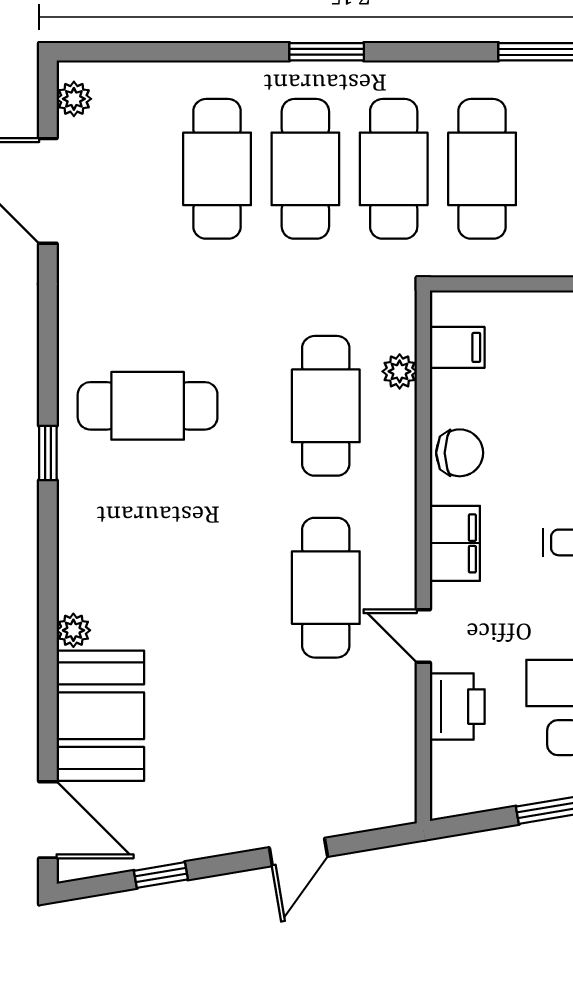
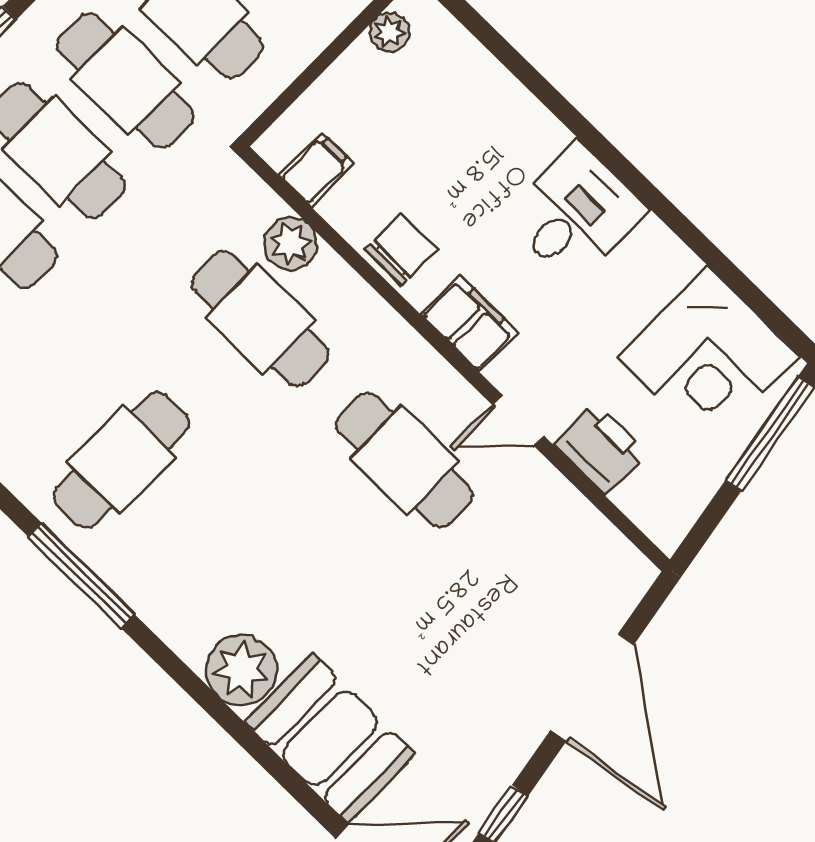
plant: (400, 371) -> (290, 244), width x1.38, depth x1.38
window: (48, 453) -> (81, 575), width x2.17
plant: (73, 630) -> (241, 670), width x1.88, depth x1.88
door: (298, 852) -> (592, 687), width x1.88

